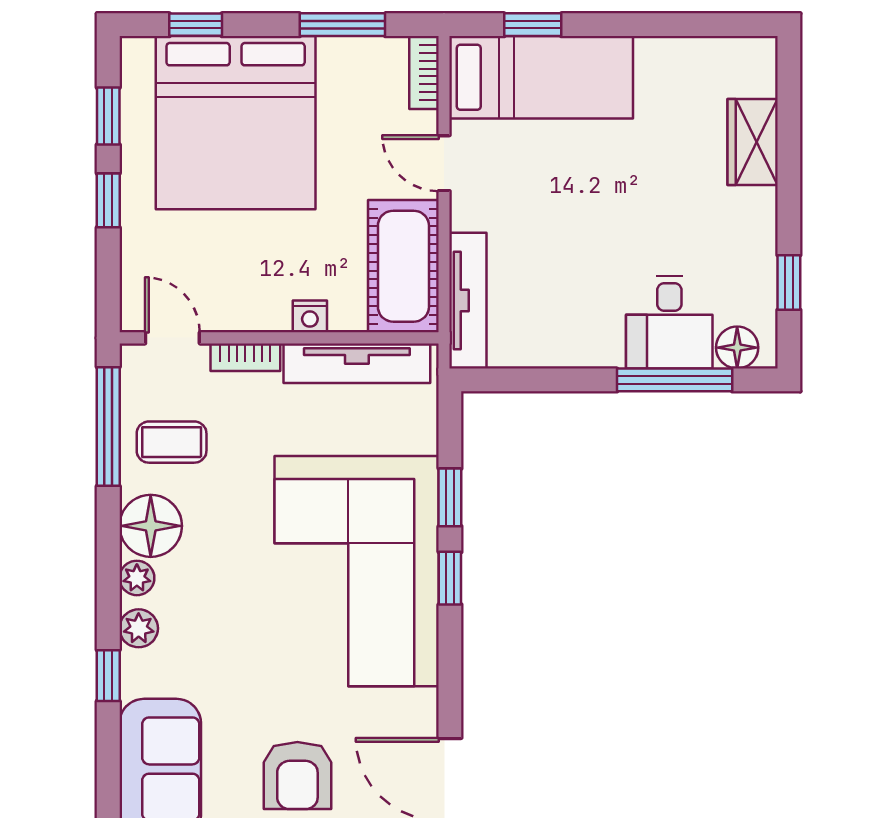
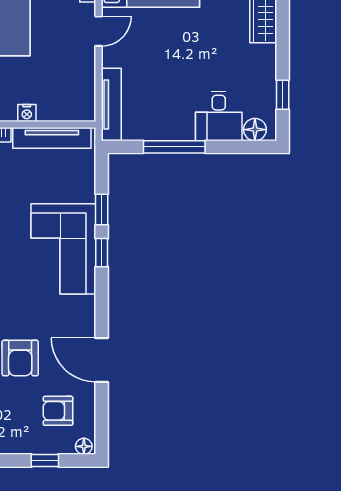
door: (444, 163) -> (98, 31), swing flipped
cot: (403, 266) -> (77, 86), removed
window: (675, 380) -> (174, 147), moved
corner sofa: (357, 571) -> (63, 249), width x0.73, depth x0.74

